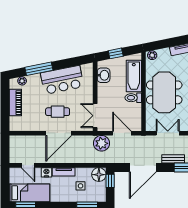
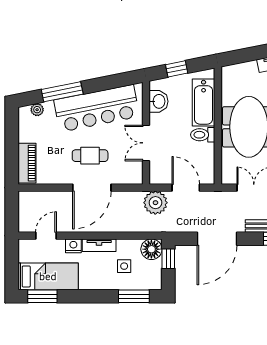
plant: (152, 55) -> (231, 71), removed
bar counter: (62, 80) -> (97, 108), width x1.36
piano: (15, 103) -> (27, 163), moved
double door: (95, 116) -> (146, 143), moved
door: (28, 165) -> (46, 236), swing flipped

